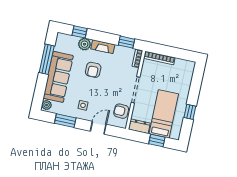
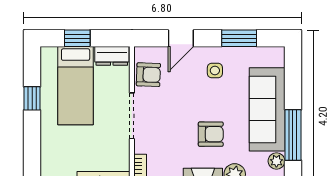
armchair: (93, 70) -> (211, 134), turned 90
plant: (47, 105) -> (276, 161), moved

